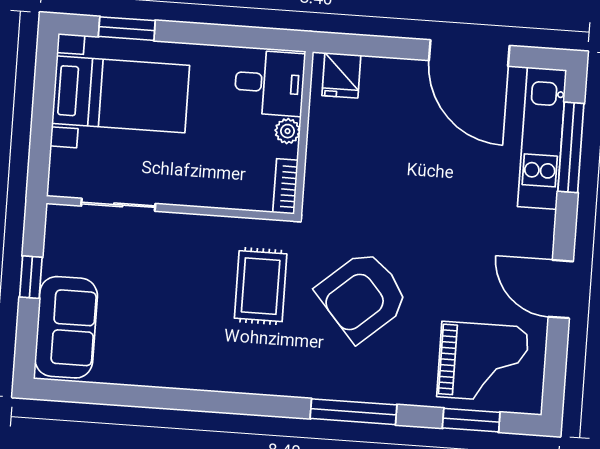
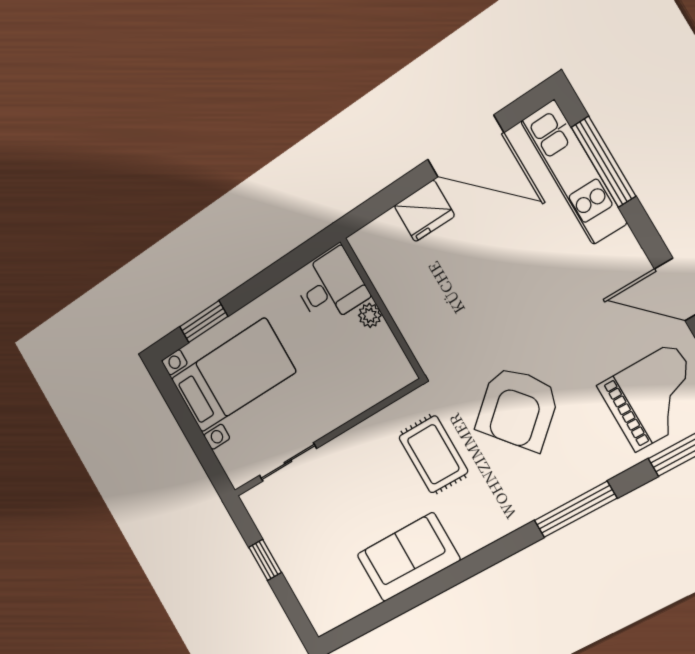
fridge: (341, 75) -> (424, 211), moved, width x1.38
bookcase: (285, 186) -> (398, 361), removed
sofa: (66, 327) -> (408, 557), moved, turned -90

